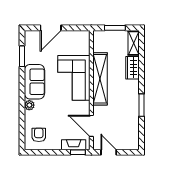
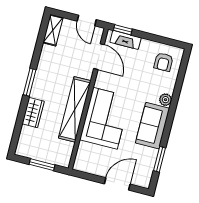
shelving: (134, 43) -> (53, 30), moved
window: (142, 105) -> (30, 82), moved

